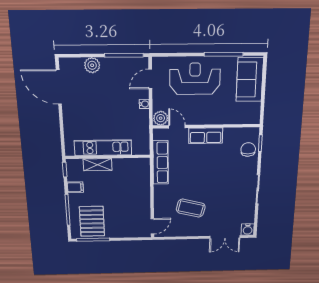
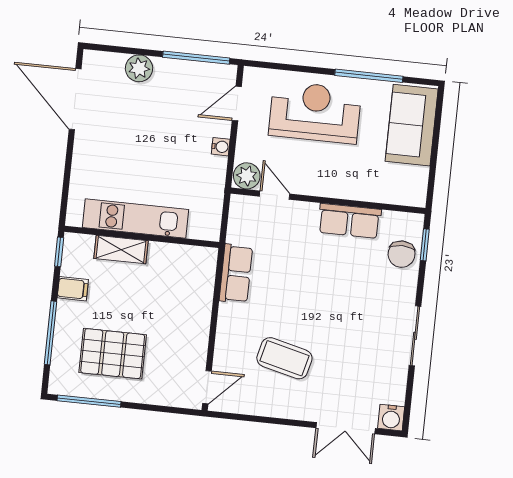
row of seats: (206, 136) -> (350, 221), moved
chair: (248, 149) -> (402, 254), turned 180
row of seats: (161, 163) -> (236, 274), width x0.68
pallet: (92, 221) -> (113, 354), moved, turned 90

